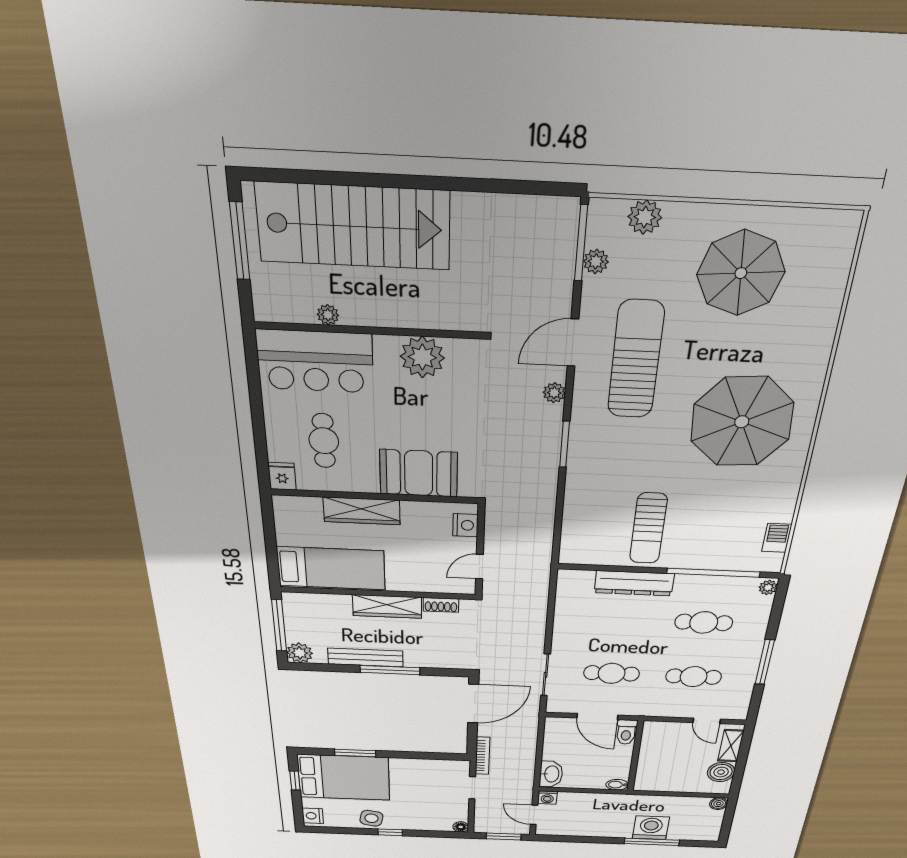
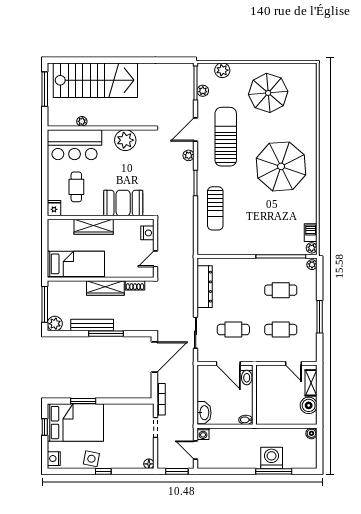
sun lounger: (648, 528) -> (215, 208), moved
plant: (773, 562) -> (312, 248), added
dresser: (634, 583) -> (205, 287), moved, turned -90

